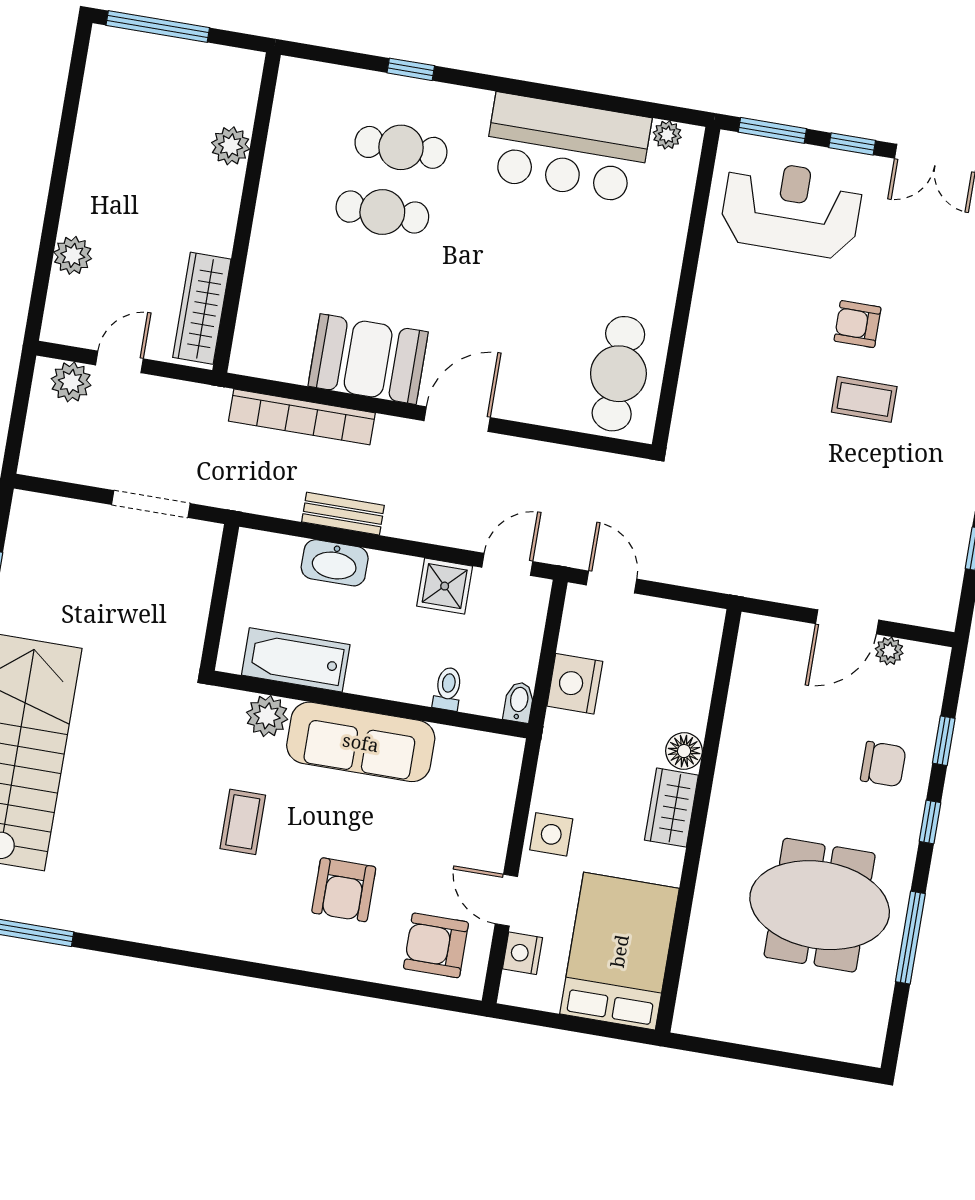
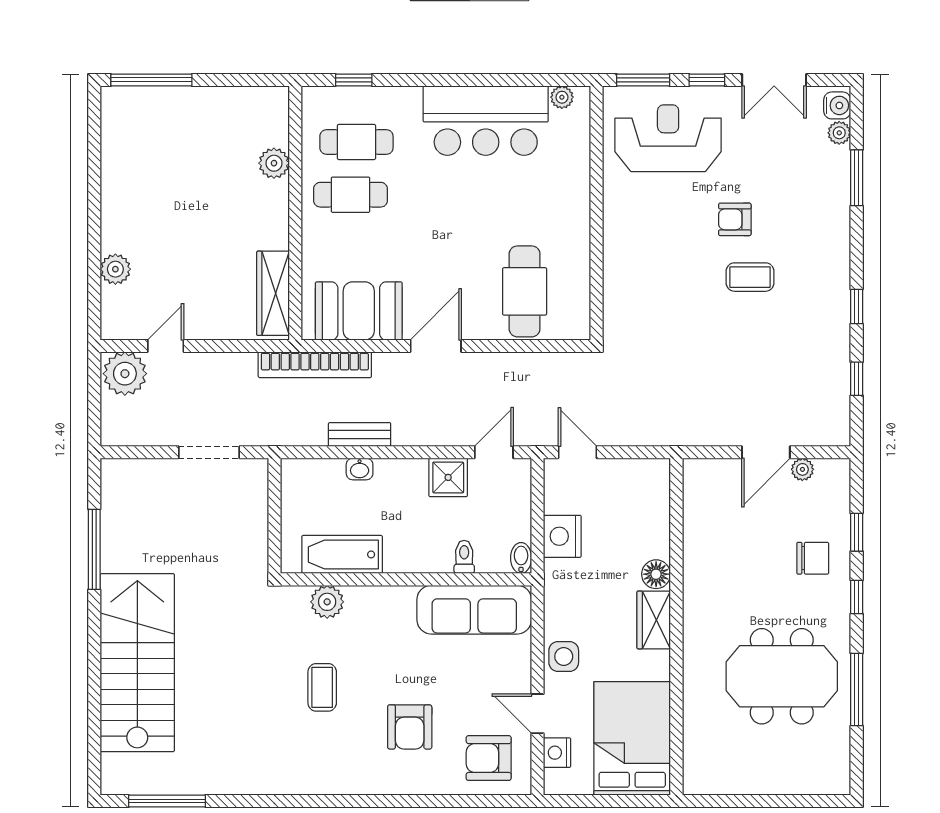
plant: (231, 146) -> (274, 163), moved
wall: (247, 212) -> (295, 213), moved
wardrobe: (202, 308) -> (273, 293), moved
cafe table: (618, 374) -> (525, 291), moved
plant: (71, 382) -> (125, 374), width x1.36, depth x1.36
washbasin: (335, 563) -> (360, 469), width x0.52, depth x0.69
sofa: (361, 742) -> (474, 610), moved

